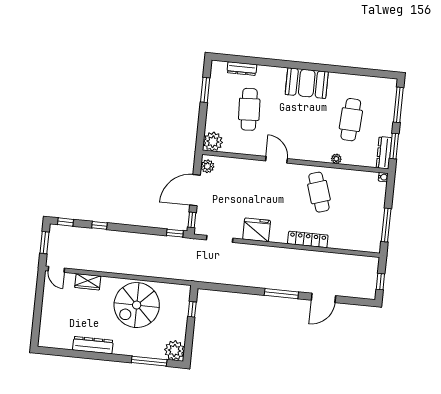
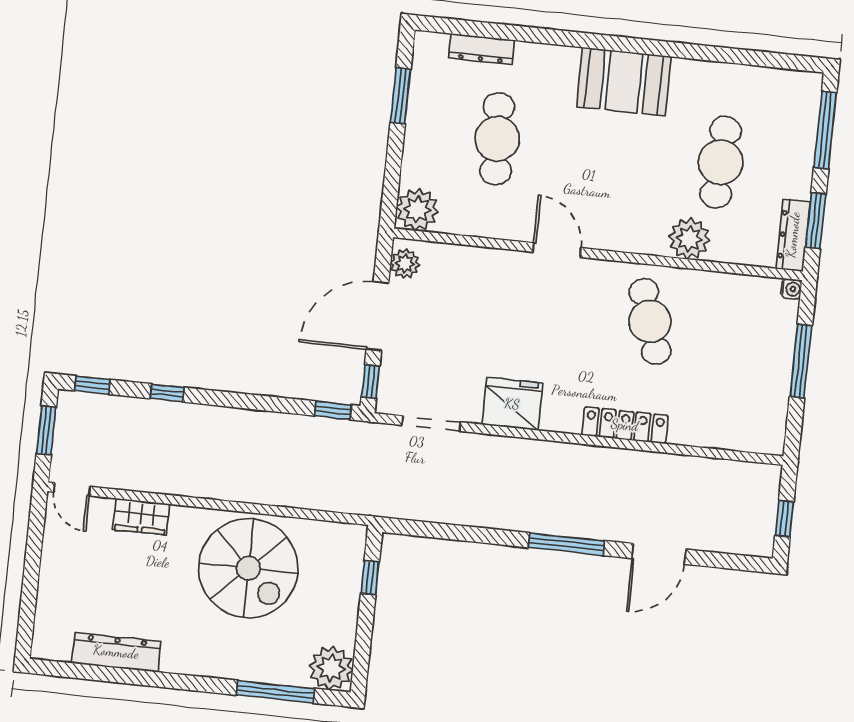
plant: (336, 159) -> (689, 239), width x1.87, depth x1.87
window: (386, 225) -> (801, 361), moved
spiral stairs: (137, 305) -> (248, 568), turned -90
dresser: (93, 345) -> (116, 652), moved

